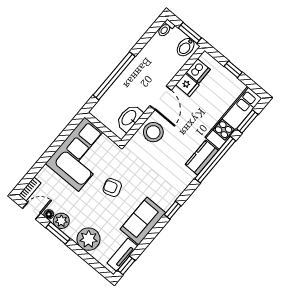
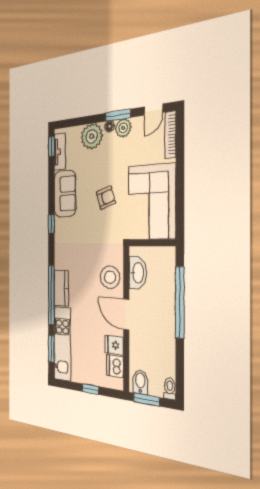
bookcase: (30, 189) -> (170, 135), width x1.56
floor lamp: (49, 214) -> (110, 126), moved

